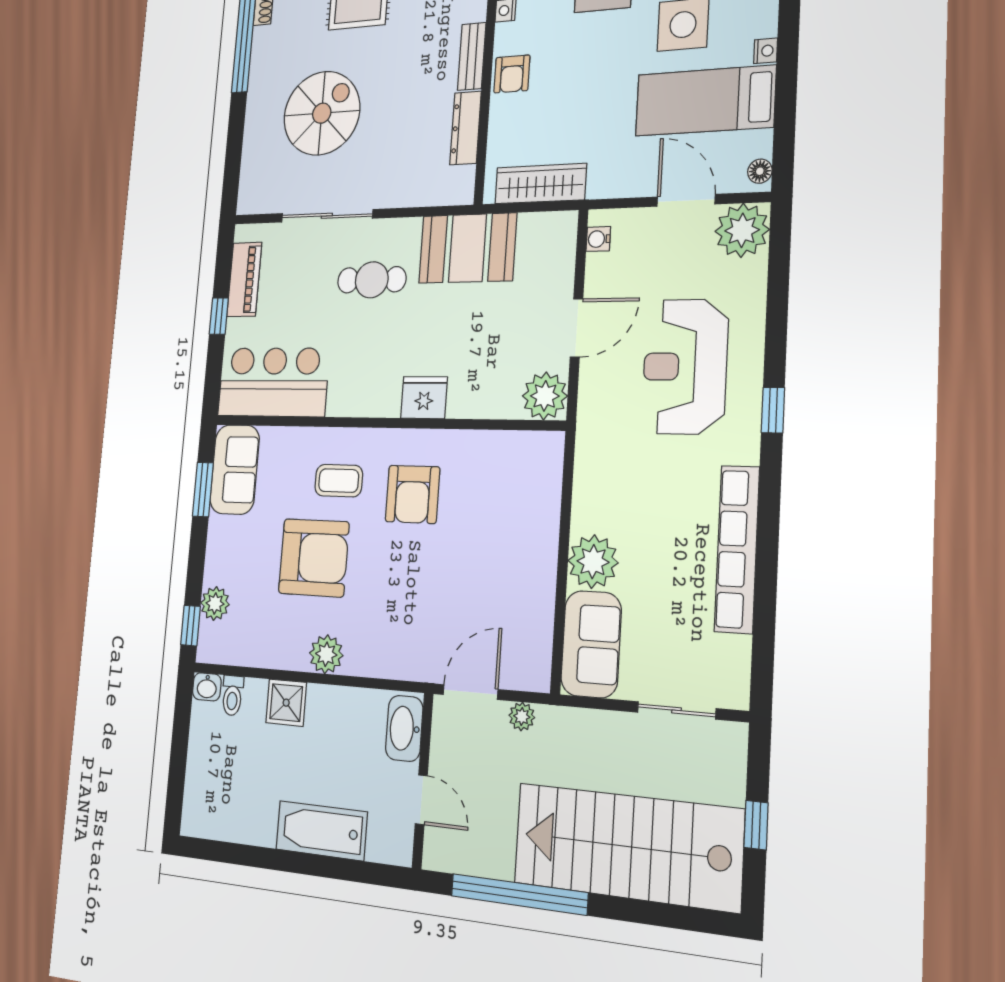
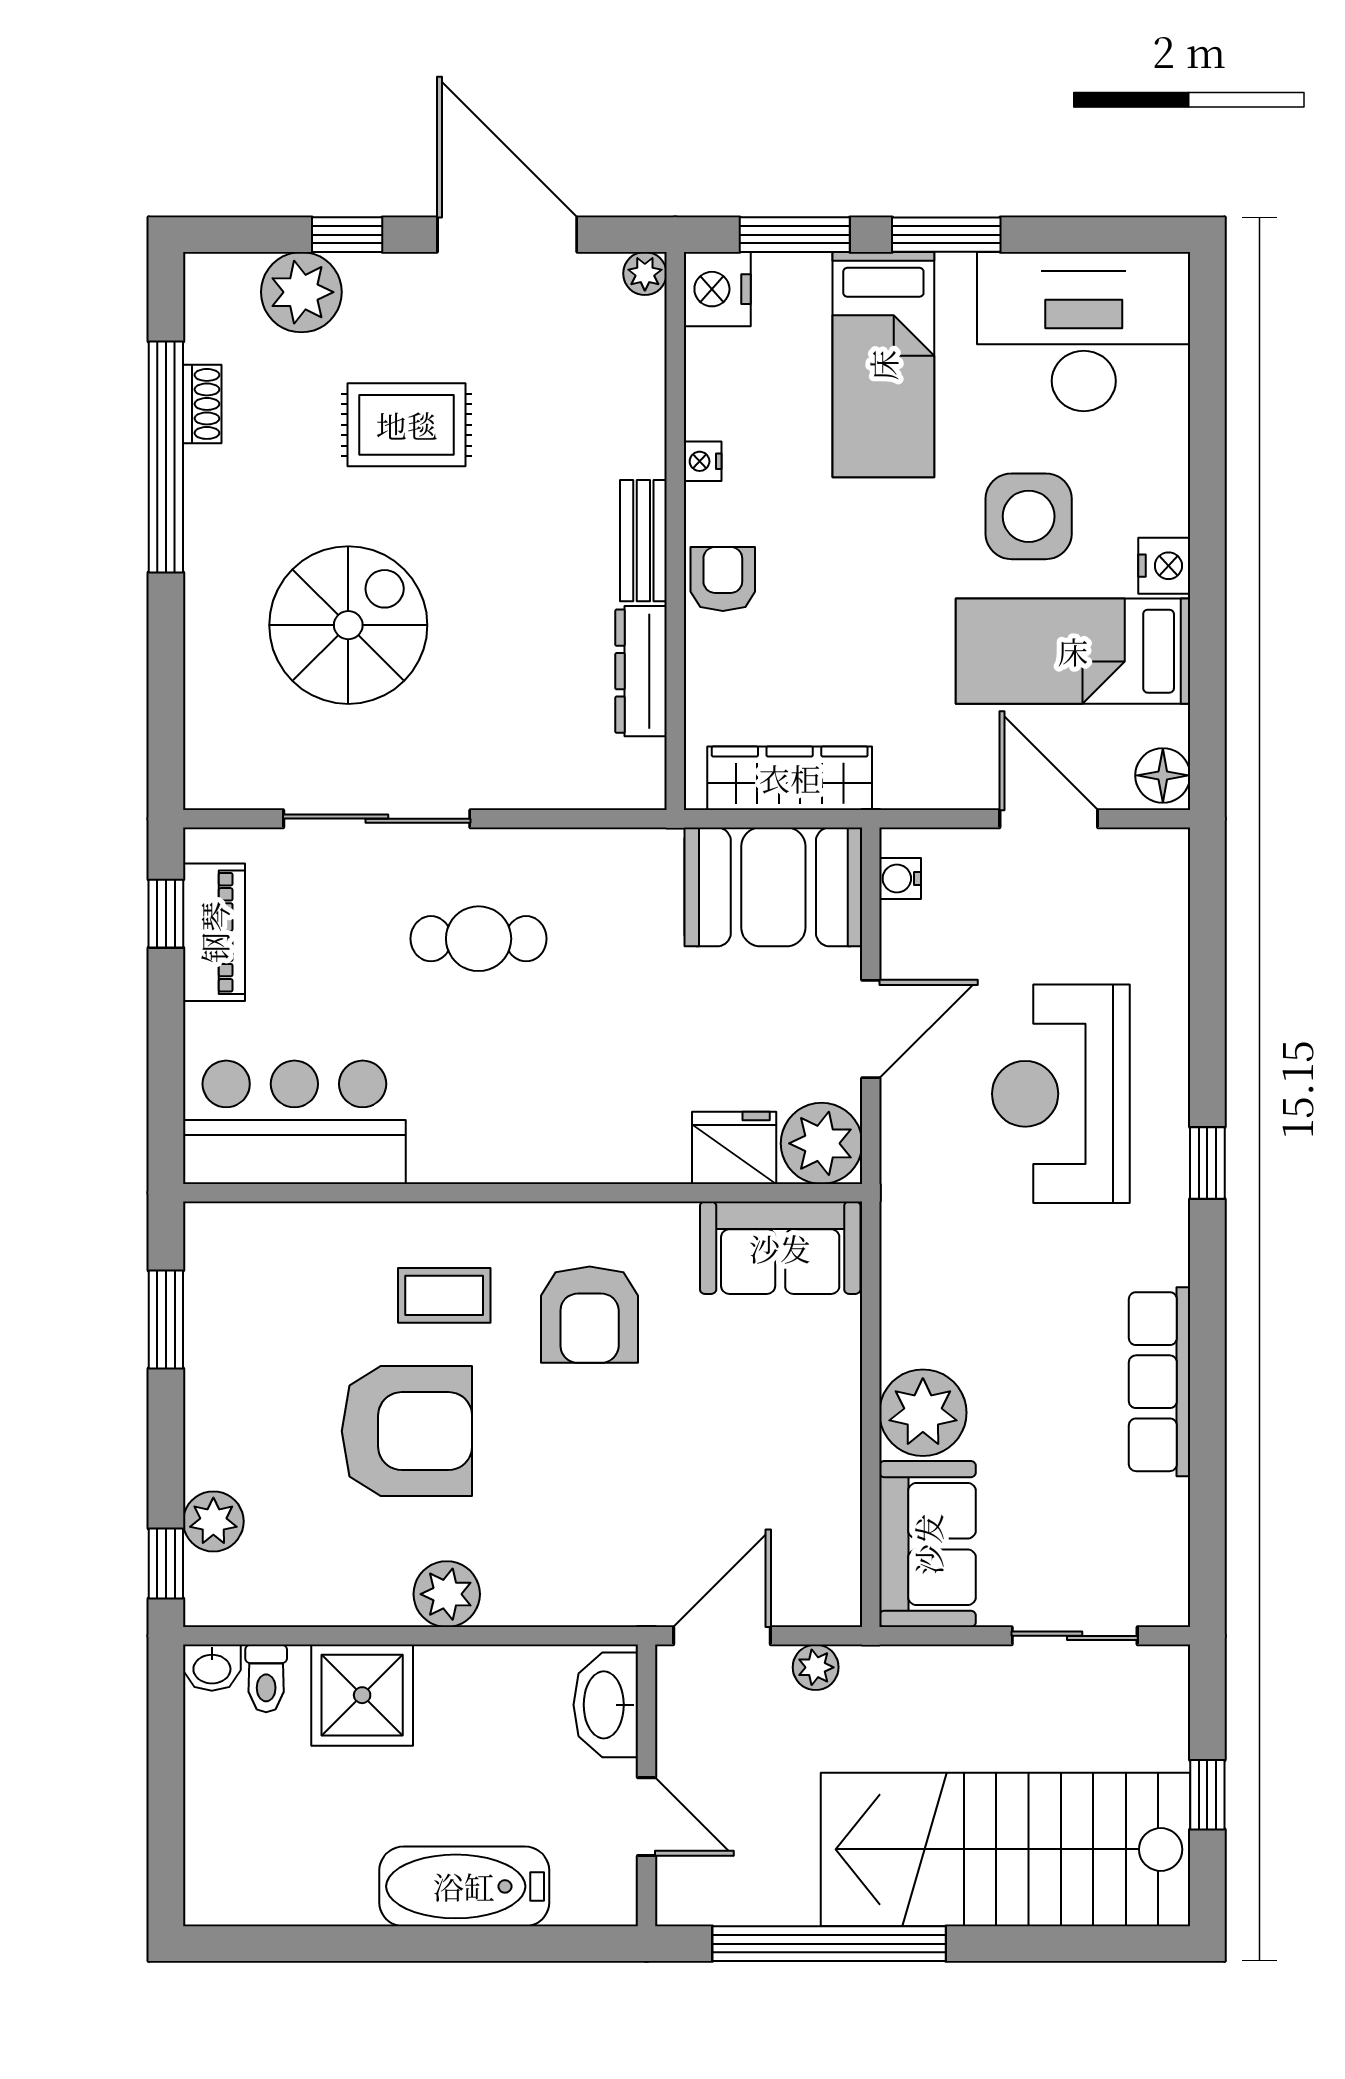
nightstand: (766, 51) -> (1164, 566), width x1.39, depth x1.35
armchair: (512, 74) -> (723, 579), turned 180
floor lamp: (760, 171) -> (1163, 775), width x1.37, depth x1.37
plant: (742, 230) -> (1145, 872), removed
booth: (467, 248) -> (773, 887), moved
window: (219, 316) -> (166, 914), moved
fridge: (424, 398) -> (734, 1148), moved
sofa: (235, 469) -> (780, 1248), moved, turned 90
row of seats: (737, 549) -> (1160, 1382), width x0.73
shower: (286, 703) -> (362, 1695), width x1.36, depth x1.36

